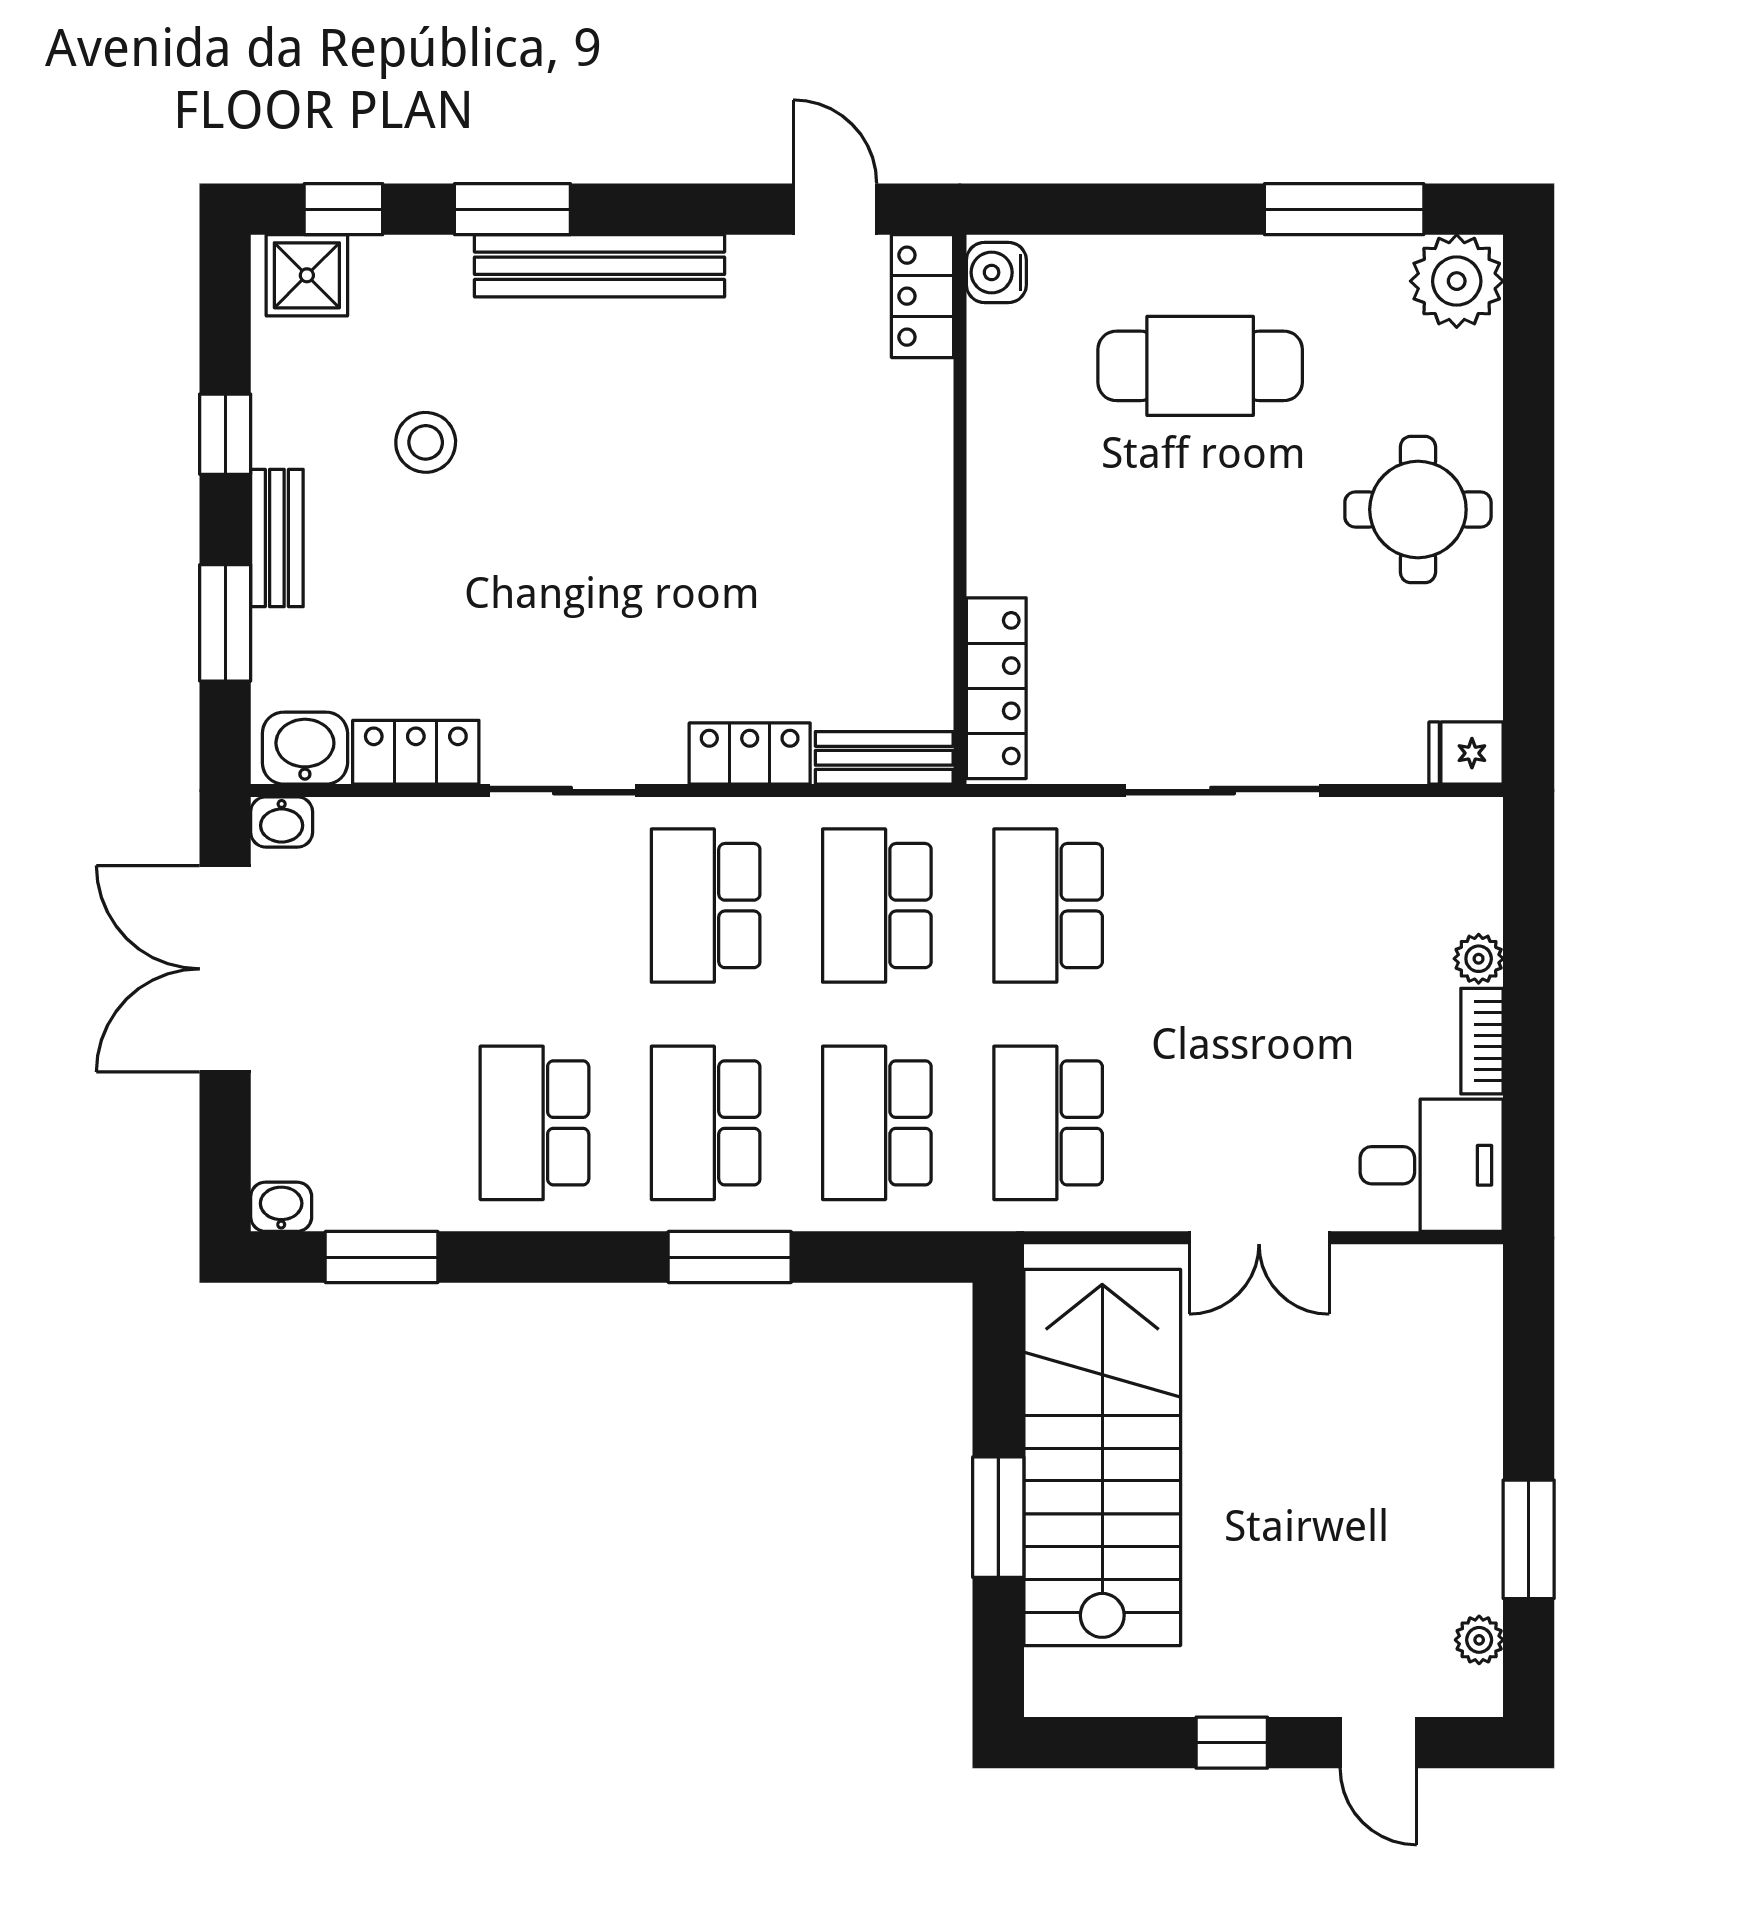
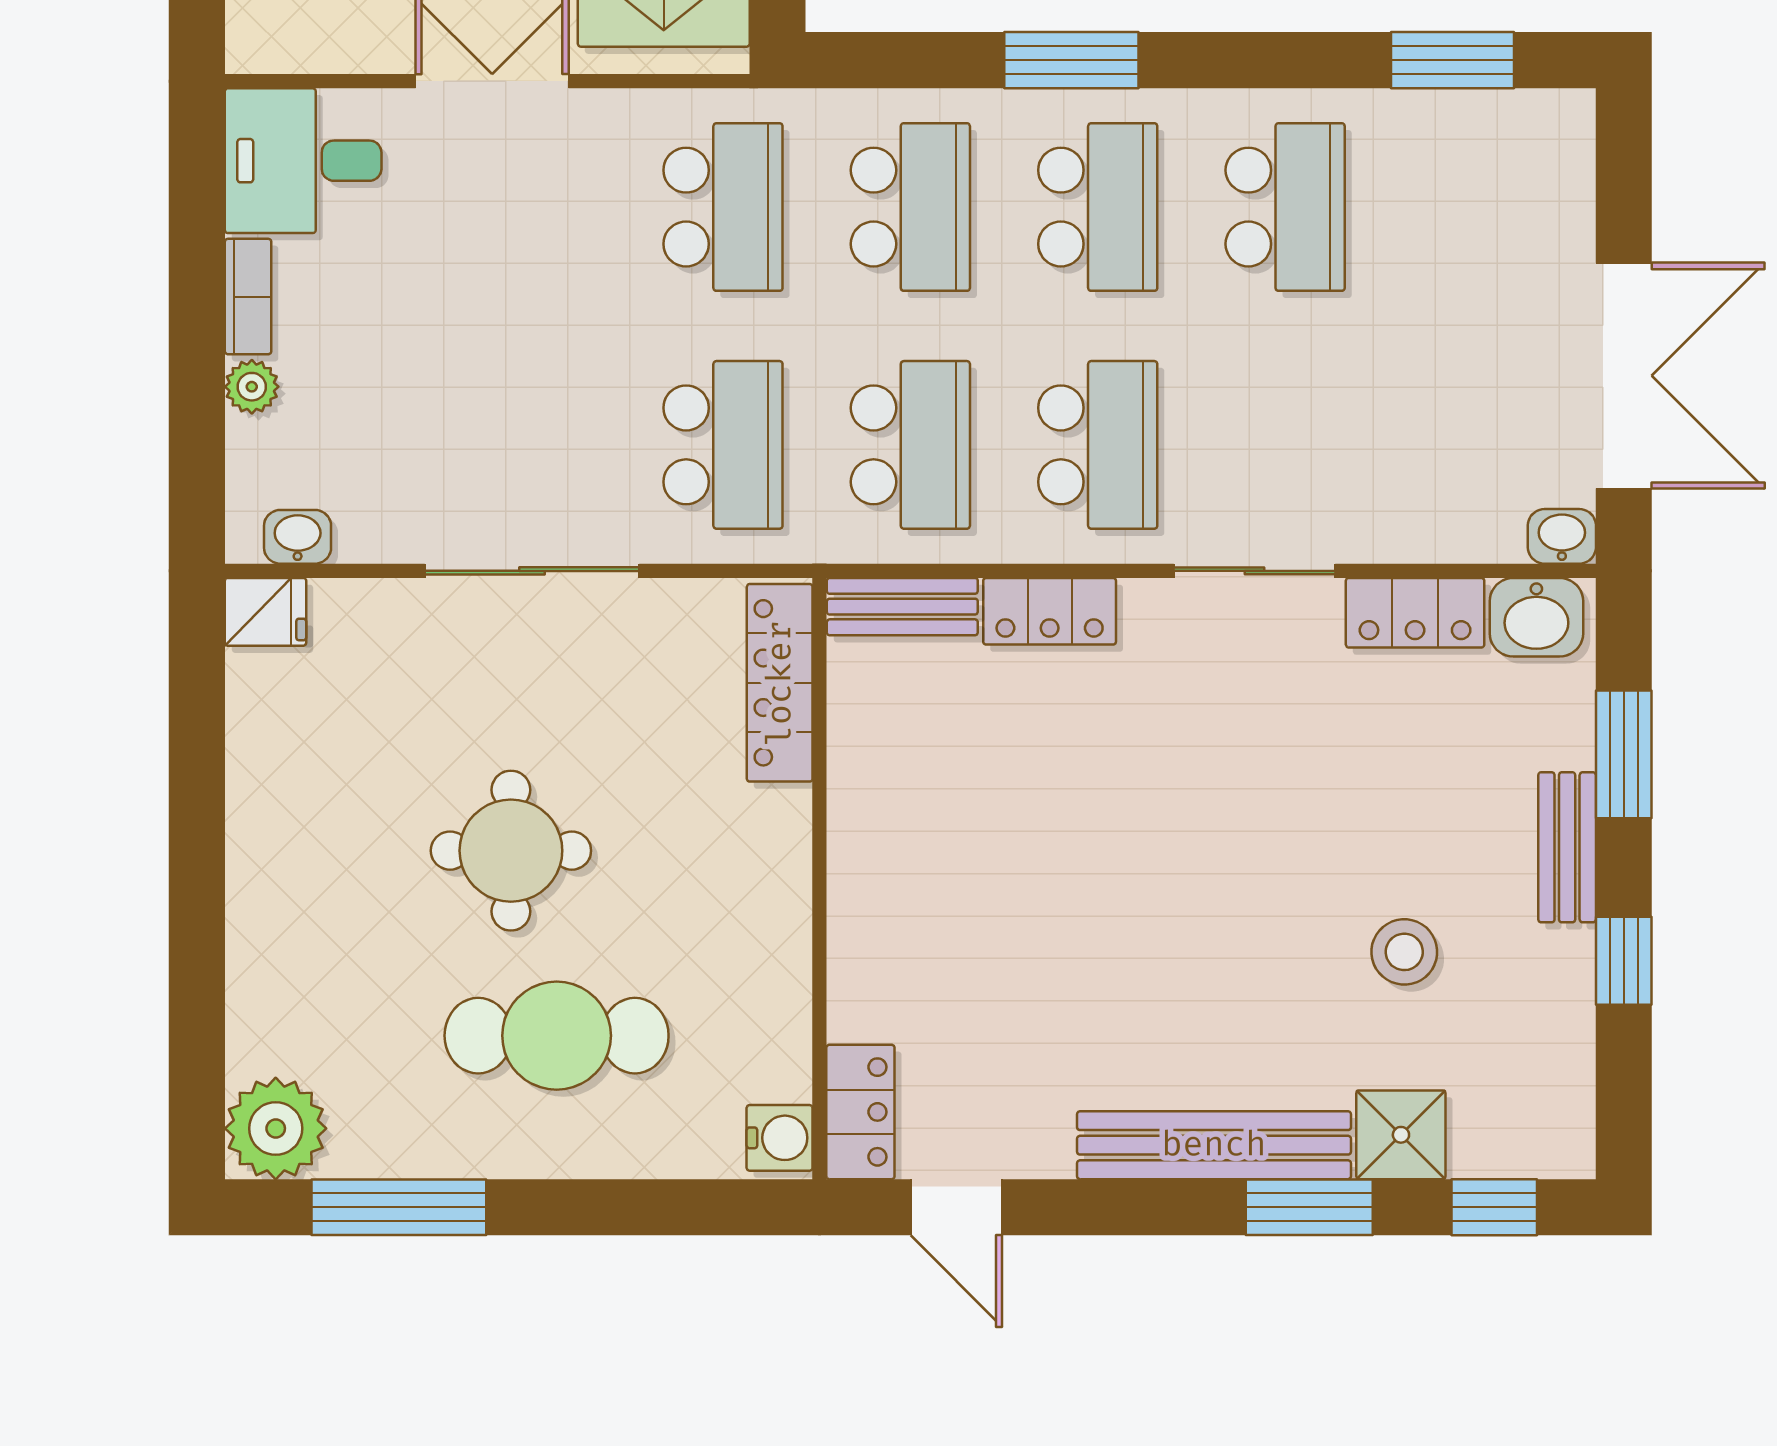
shower: (307, 275) -> (1401, 1135), moved
round table: (1418, 510) -> (511, 851), moved
washbasin: (281, 1207) -> (298, 537), moved, turned 180

